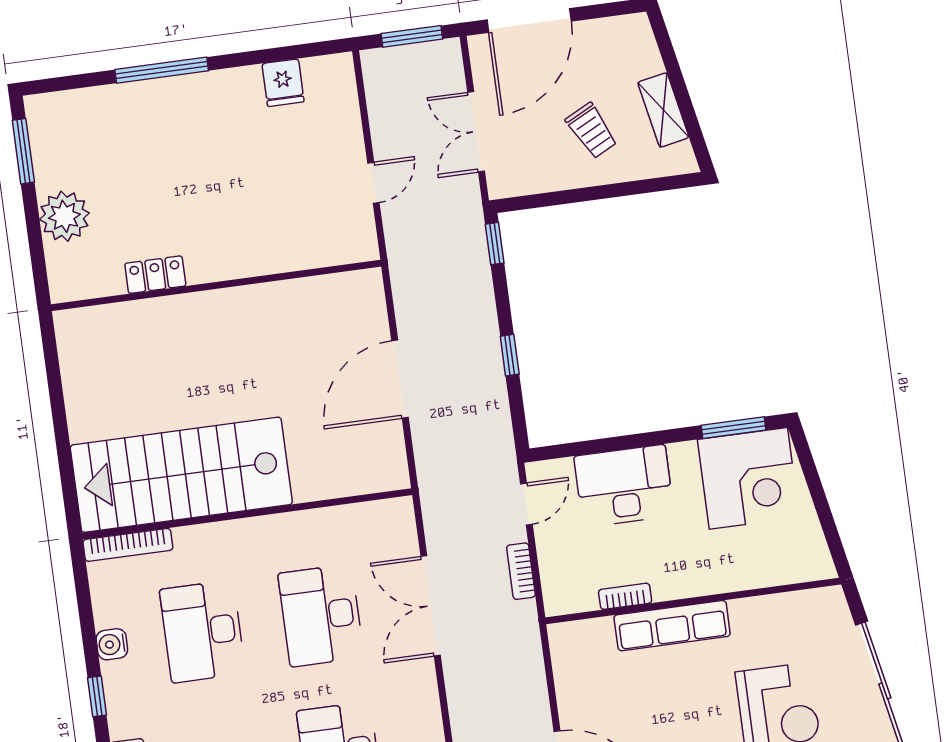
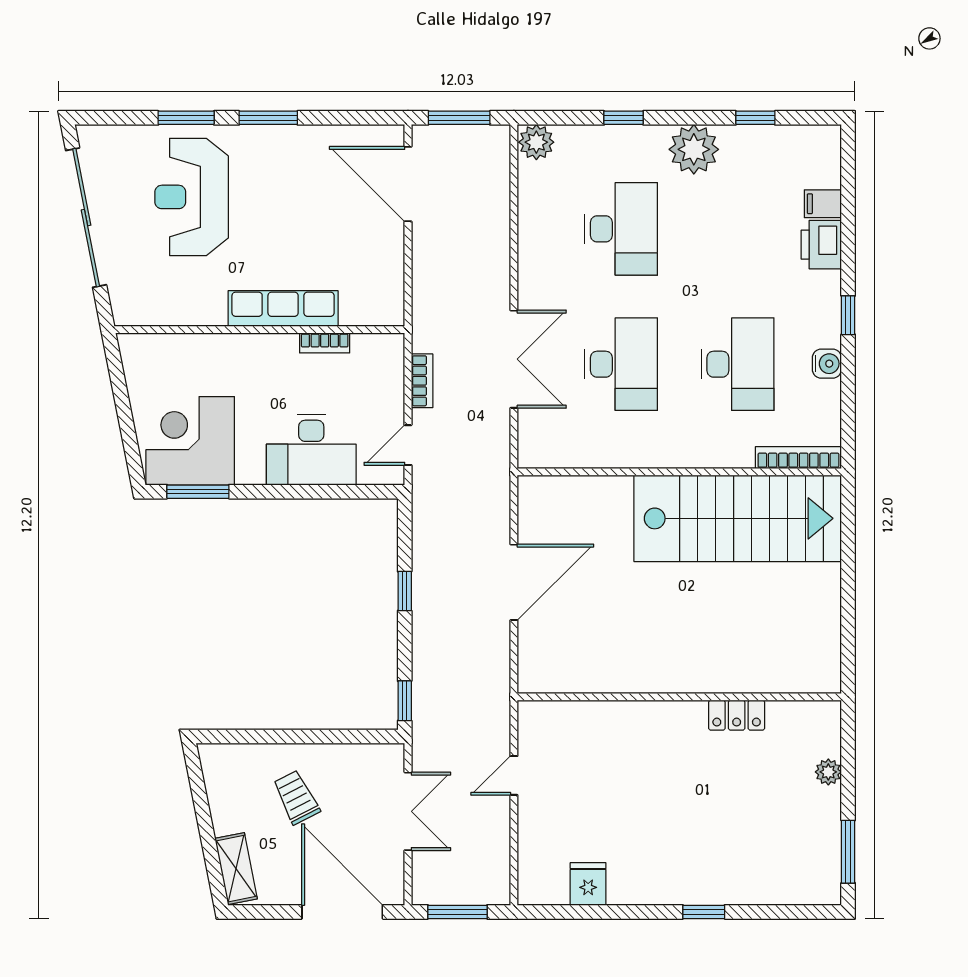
door: (529, 20) -> (342, 912), hinge flipped
window: (162, 70) -> (704, 912), width x0.46
shelving: (663, 110) -> (236, 869), moved
plant: (64, 216) -> (828, 772), width x0.53, depth x0.53

